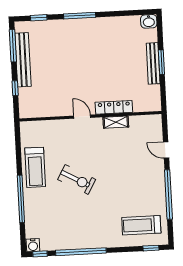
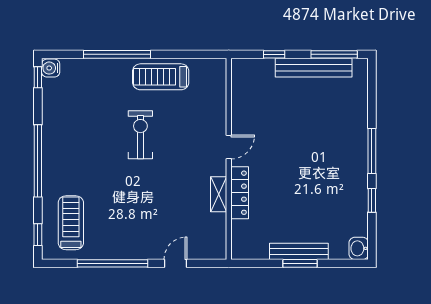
window: (39, 18) -> (372, 200), moved
exercise bike: (77, 179) -> (140, 135), turned 151
window: (81, 252) -> (38, 161), moved

